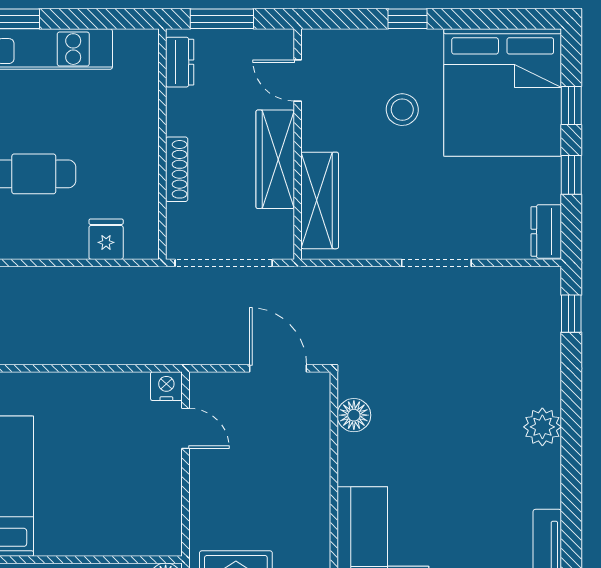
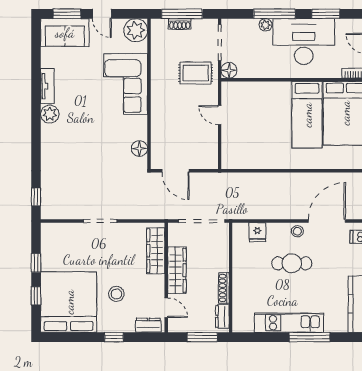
shoe rack: (177, 169) -> (224, 288), moved
dresser: (546, 231) -> (148, 325), moved, turned -90
stool: (22, 241) -> (297, 231), added
nightstand: (166, 386) -> (229, 162), removed
plant: (542, 427) -> (50, 114), moved
door: (185, 428) -> (220, 115), moved

